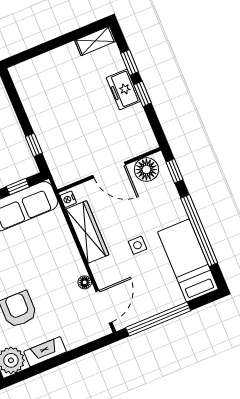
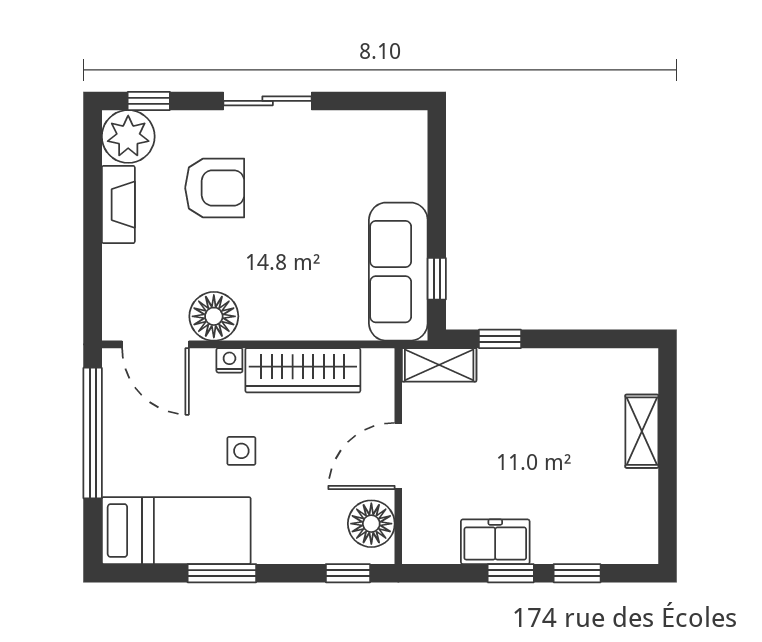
shelving: (95, 41) -> (642, 431), moved
freezer: (123, 90) -> (495, 542), moved
shelving: (58, 169) -> (439, 365), added
nightstand: (68, 199) -> (229, 360), moved
window: (199, 231) -> (222, 573), width x0.47
floor lamp: (85, 282) -> (214, 316), width x1.89, depth x1.89

